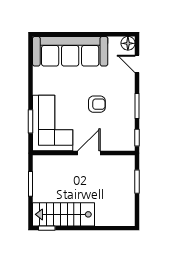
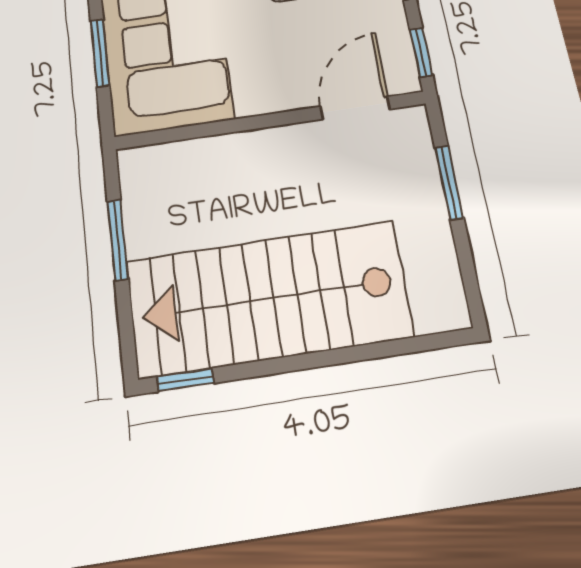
door: (89, 153) -> (355, 108), moved
stairs: (64, 214) -> (268, 299), width x1.36, depth x1.51

